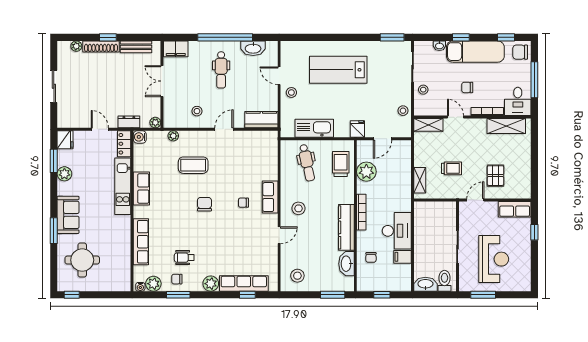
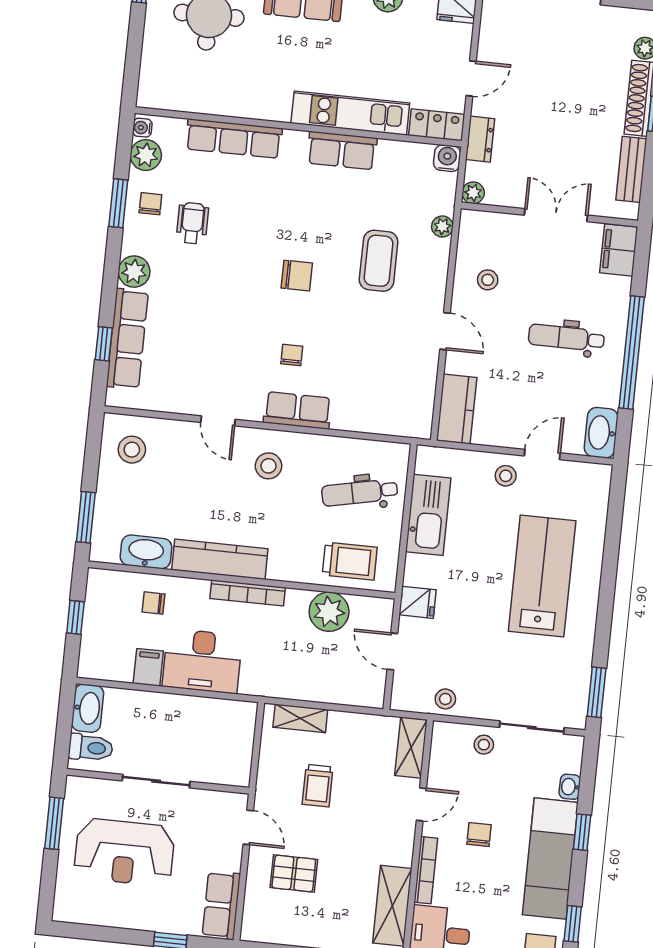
washbasin: (253, 48) -> (601, 433), moved

